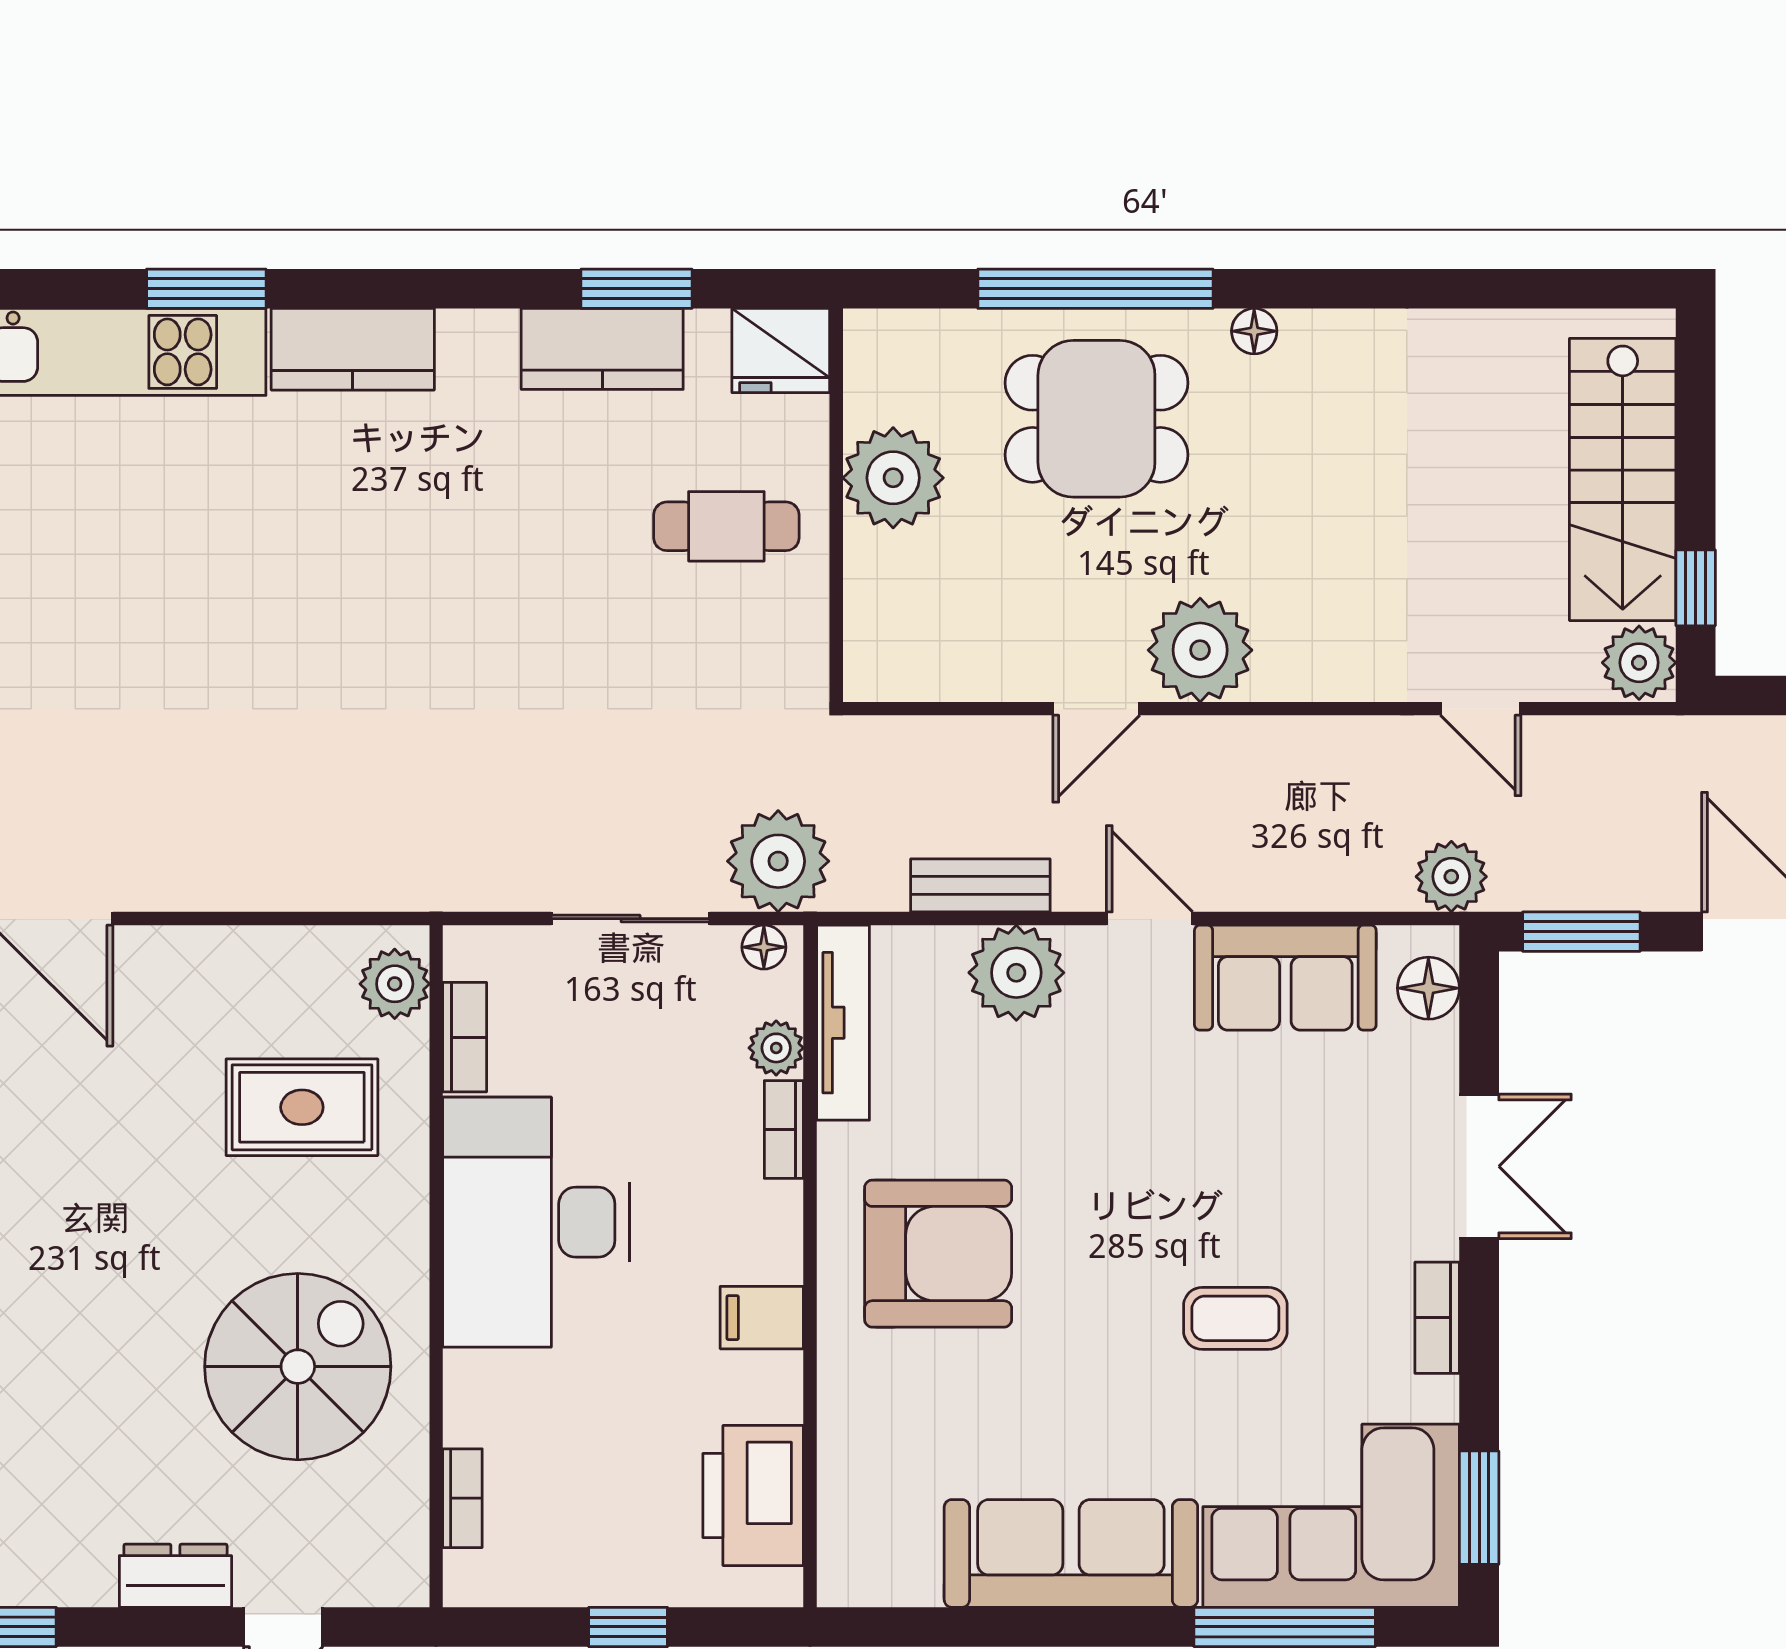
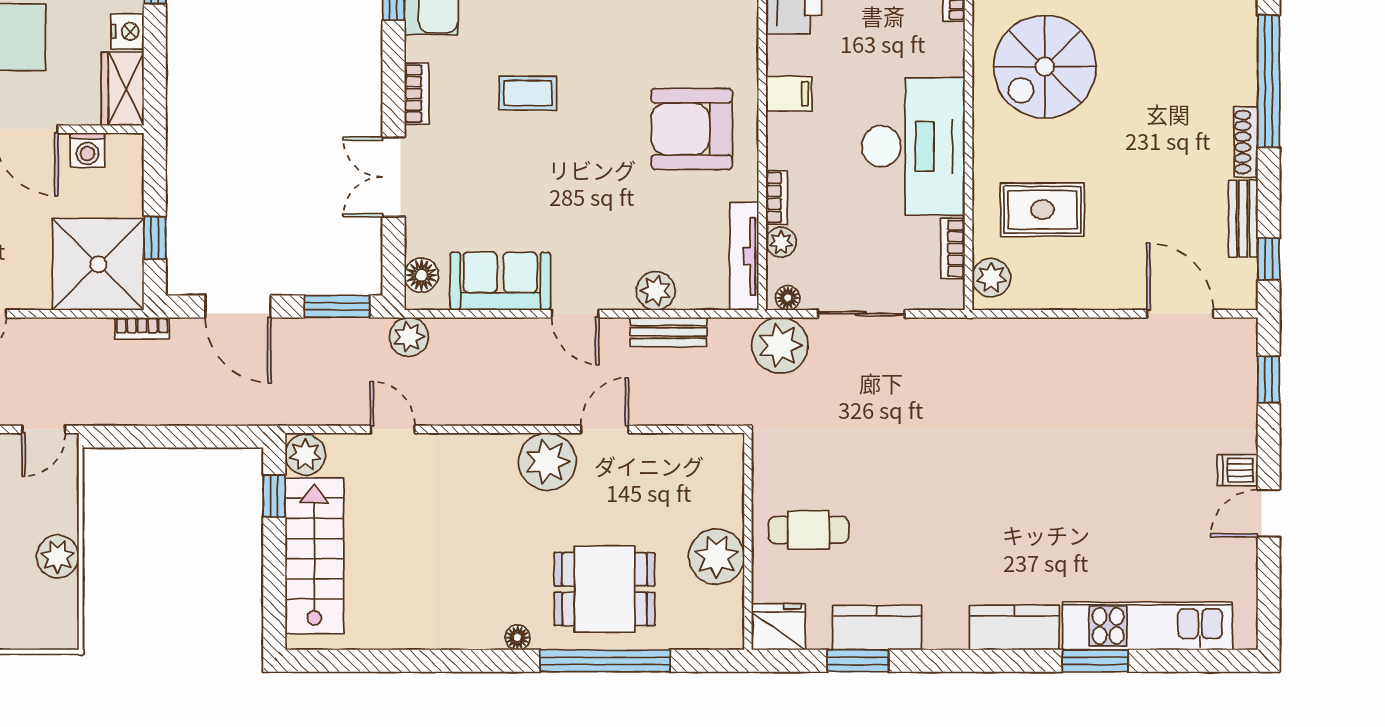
plant: (1016, 973) -> (656, 291), width x0.73, depth x0.73

